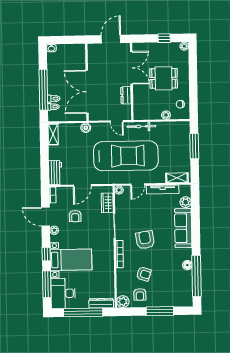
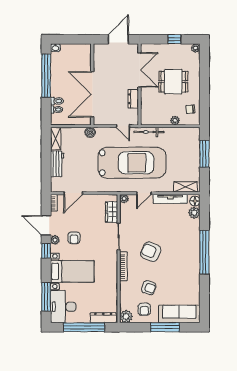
window: (43, 90) -> (46, 76), moved
workbench: (55, 173) -> (57, 164), moved
door: (82, 185) -> (73, 193), moved
armchair: (75, 216) -> (74, 238), moved
sofa: (183, 228) -> (179, 314), moved, turned 90
armchair: (145, 240) -> (151, 252), turned -58
window: (46, 254) -> (46, 251), moved
floor lamp: (187, 265) -> (195, 201), moved
window: (197, 276) -> (204, 252), moved

